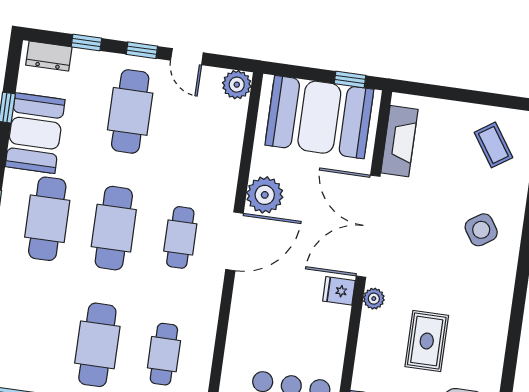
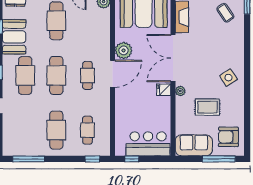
side table: (481, 230) -> (228, 78), moved
rug: (427, 341) -> (207, 107), turned 90

